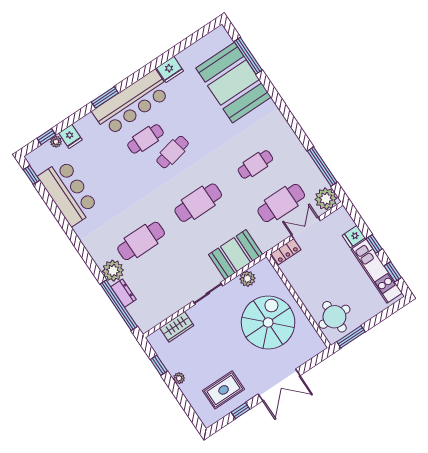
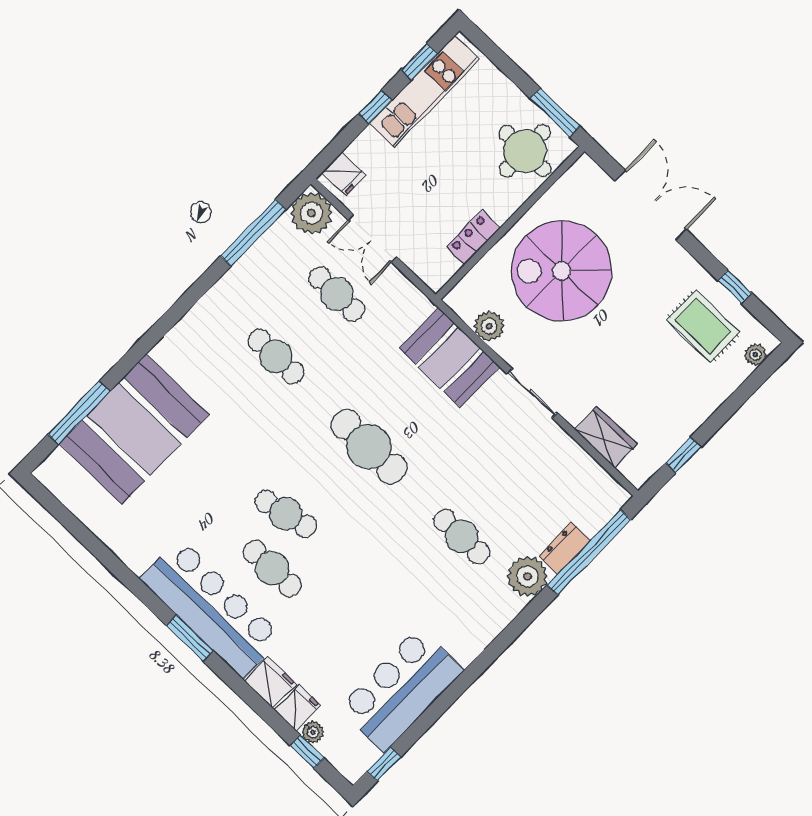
fridge: (170, 69) -> (270, 683), moved
window: (105, 97) -> (190, 638), moved
cafe table: (281, 203) -> (337, 294), width x0.73, depth x0.74
fridge: (354, 237) -> (344, 174), moved
cafe table: (141, 241) -> (462, 536), width x0.73, depth x0.74
locker: (286, 252) -> (473, 237), moved, turned -90
plant: (179, 378) -> (755, 355), moved
double door: (279, 385) -> (651, 205), moved

